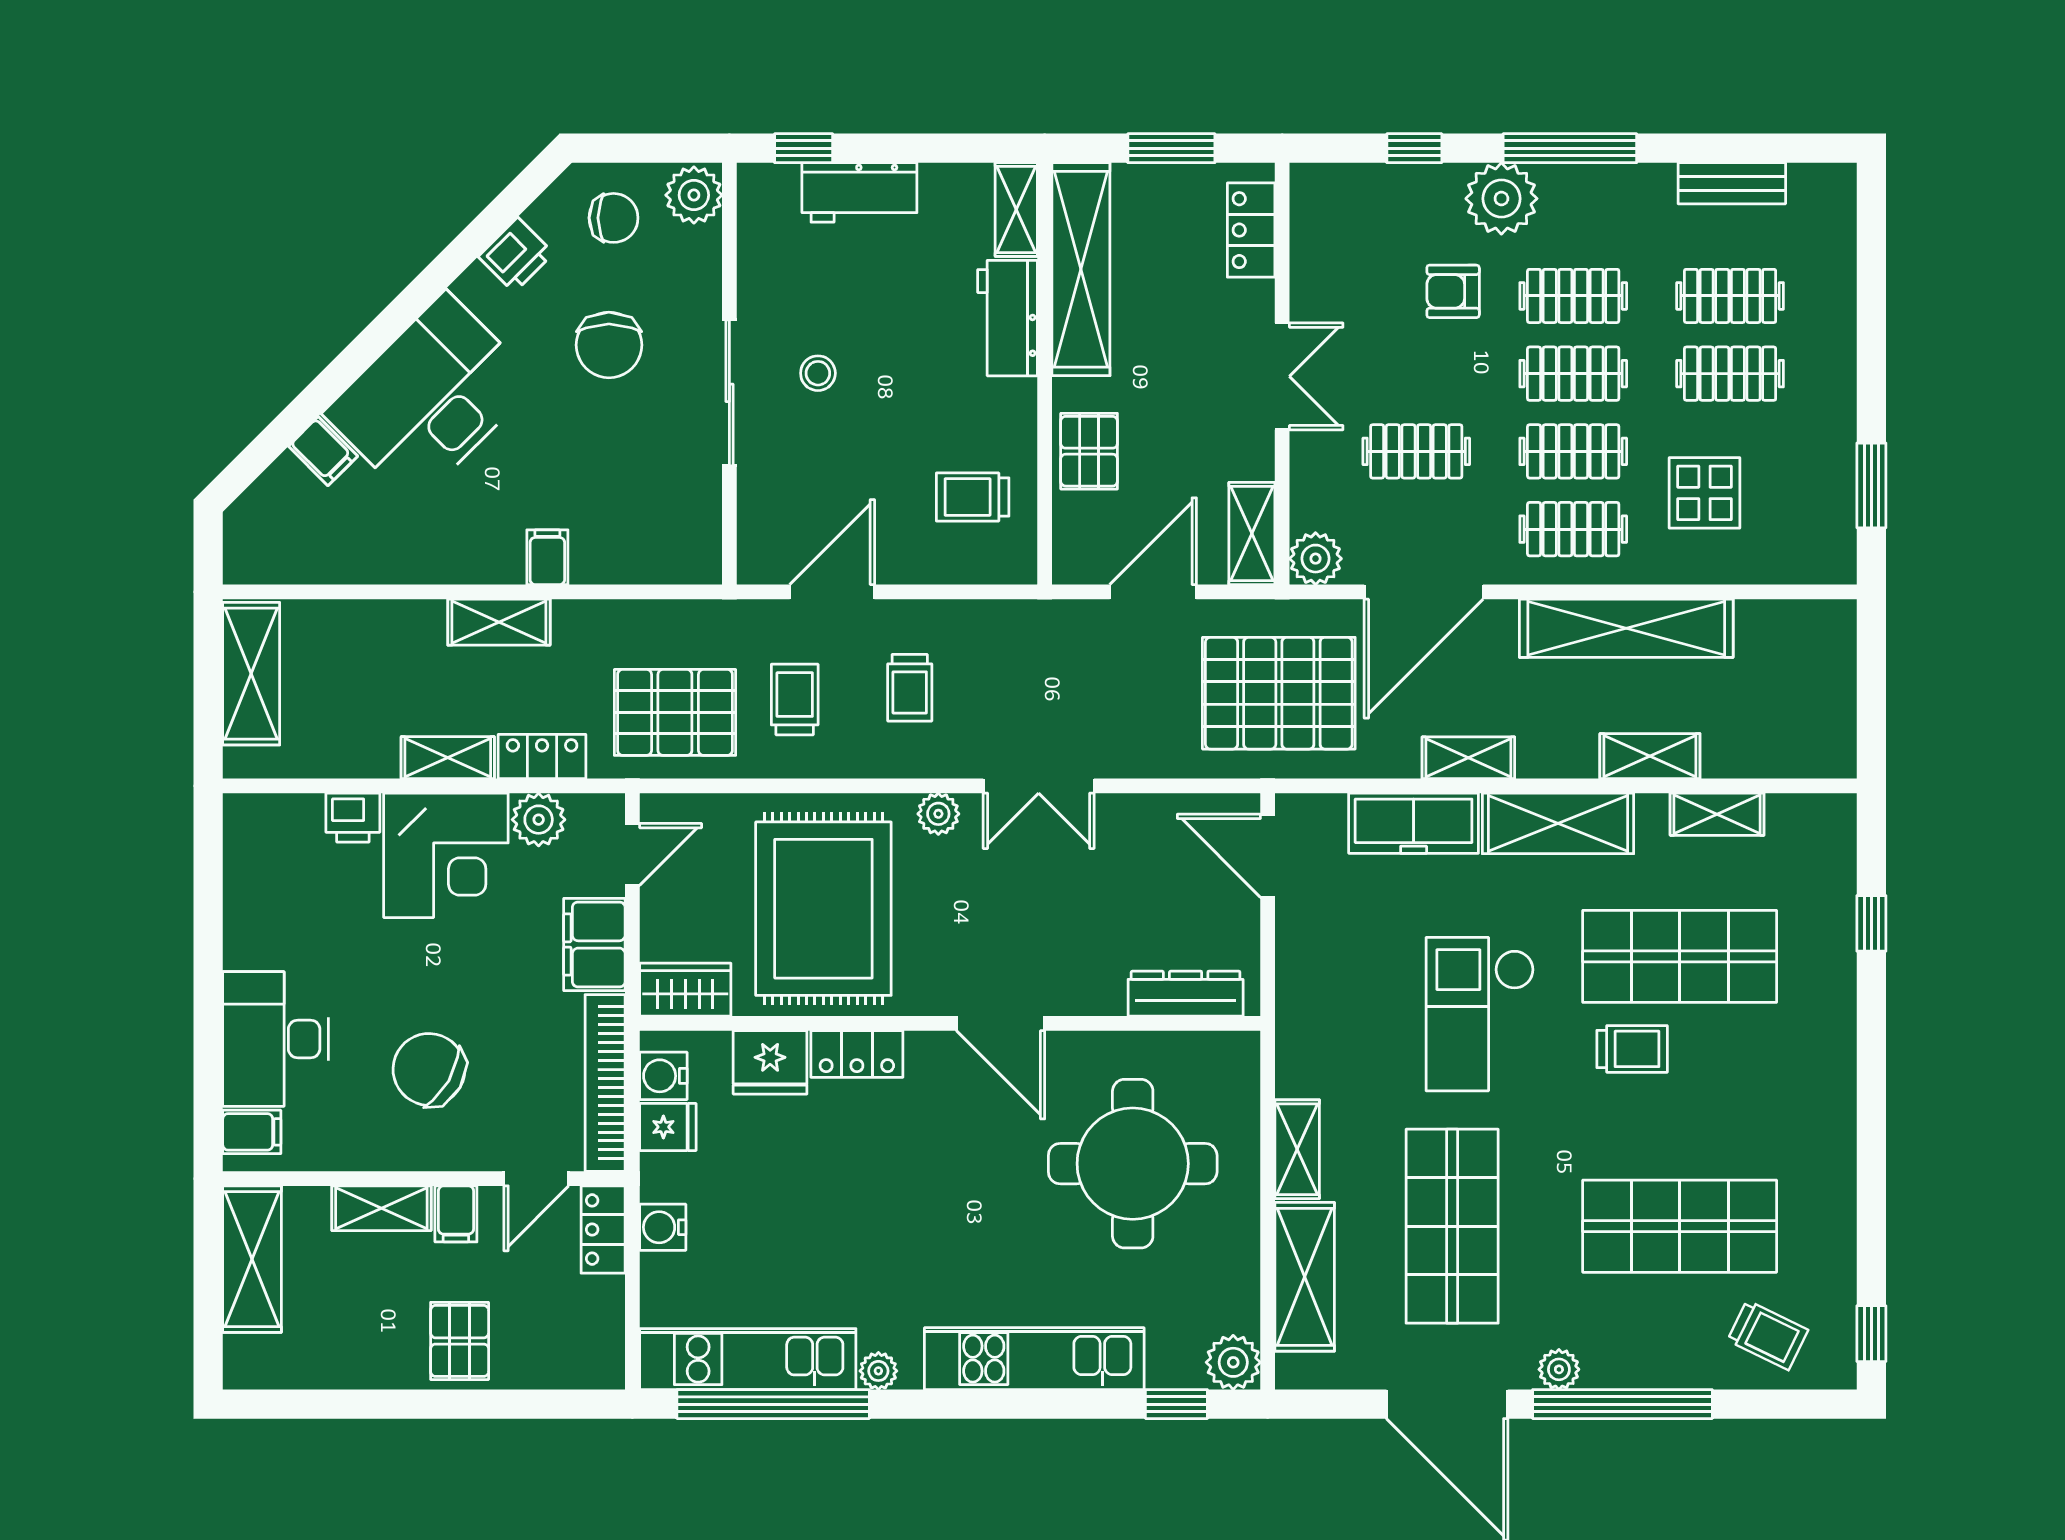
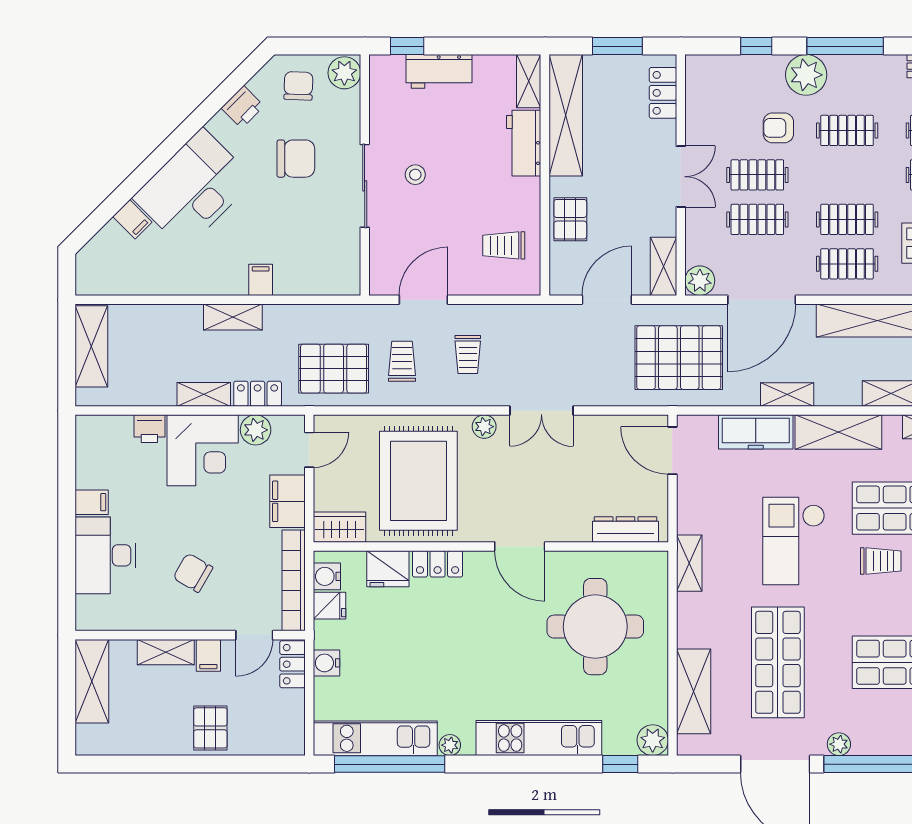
chair: (613, 218) -> (298, 86), turned -88
chair: (609, 345) -> (296, 159), turned -90
clothes rail: (1573, 374) -> (757, 175), moved
chair: (429, 1069) -> (193, 573), width x0.73, depth x0.73
filing cabinet: (252, 1132) -> (92, 502), moved
shelving: (1297, 1149) -> (689, 563), moved

